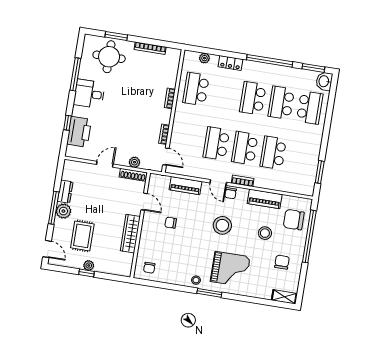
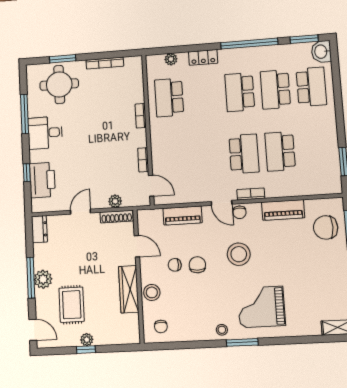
school desk: (216, 144) -> (208, 156), removed
school desk: (245, 148) -> (244, 154), turned 180
dresser: (65, 192) -> (39, 229), moved
stool: (265, 233) -> (152, 292), moved
chair: (282, 262) -> (197, 265), moved
grand piano: (230, 269) -> (261, 307), turned 180

